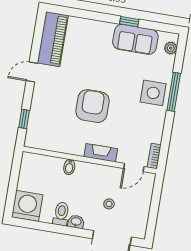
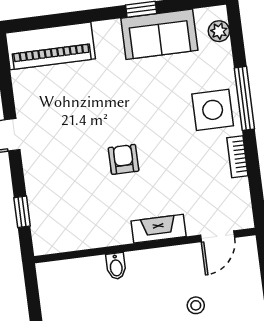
piano: (53, 39) -> (50, 46), moved, turned 90
armchair: (92, 106) -> (124, 159), width x0.53, depth x0.53
bookcase: (154, 156) -> (237, 157), moved

